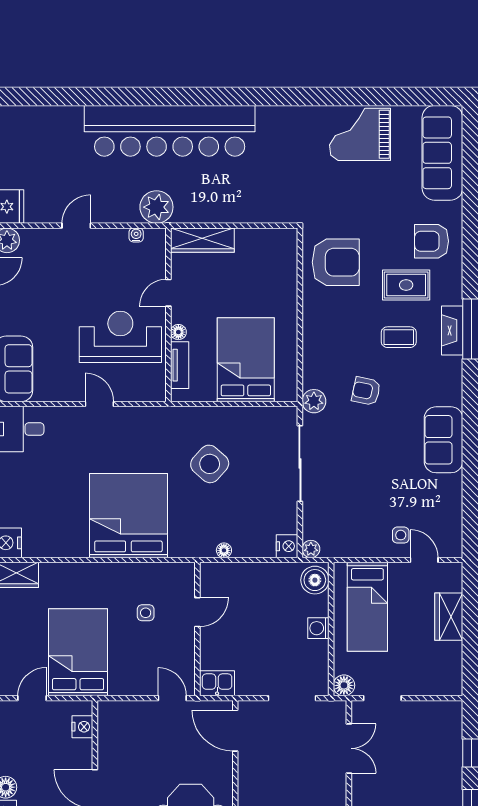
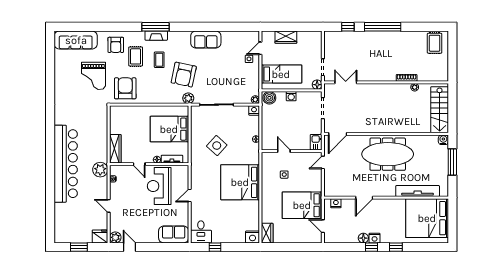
grand piano: (360, 134) -> (93, 76), moved
armchair: (366, 391) -> (184, 75), width x1.88, depth x1.88

